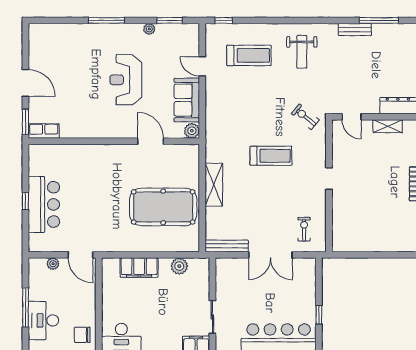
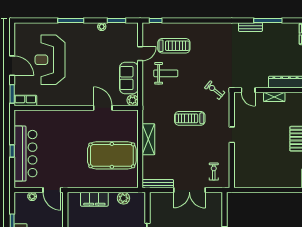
weight bench: (302, 52) -> (166, 73), moved, turned -90
door: (202, 66) -> (140, 54), swing flipped
reception desk: (126, 80) -> (50, 60), moved, width x1.36, depth x1.30
treadmill: (271, 156) -> (190, 118), turned 180
bar counter: (44, 204) -> (26, 154), width x1.36

